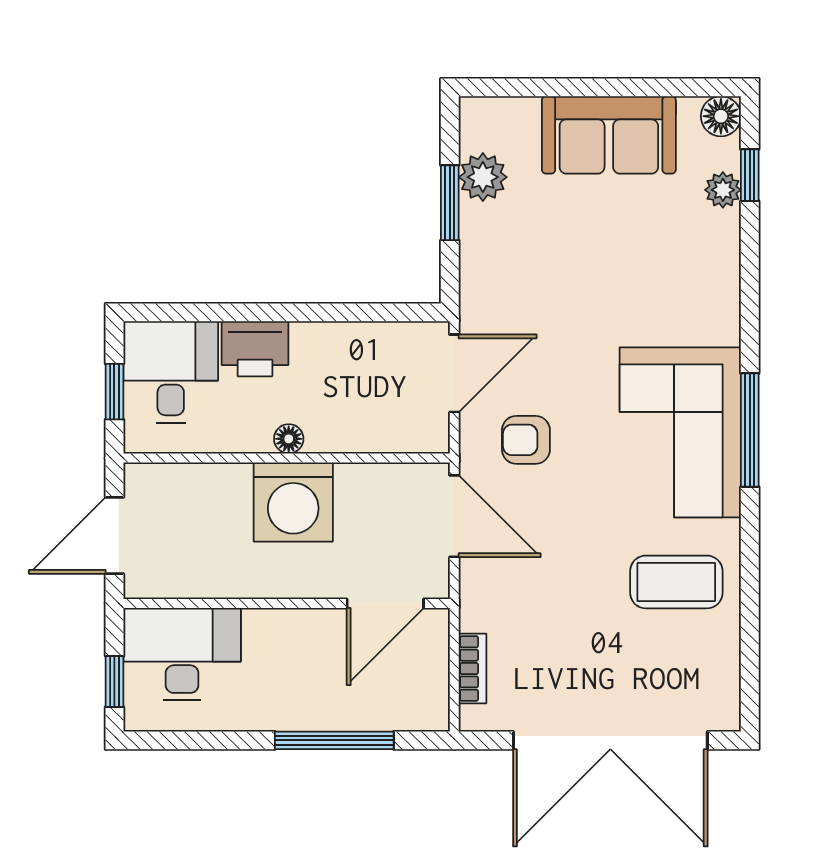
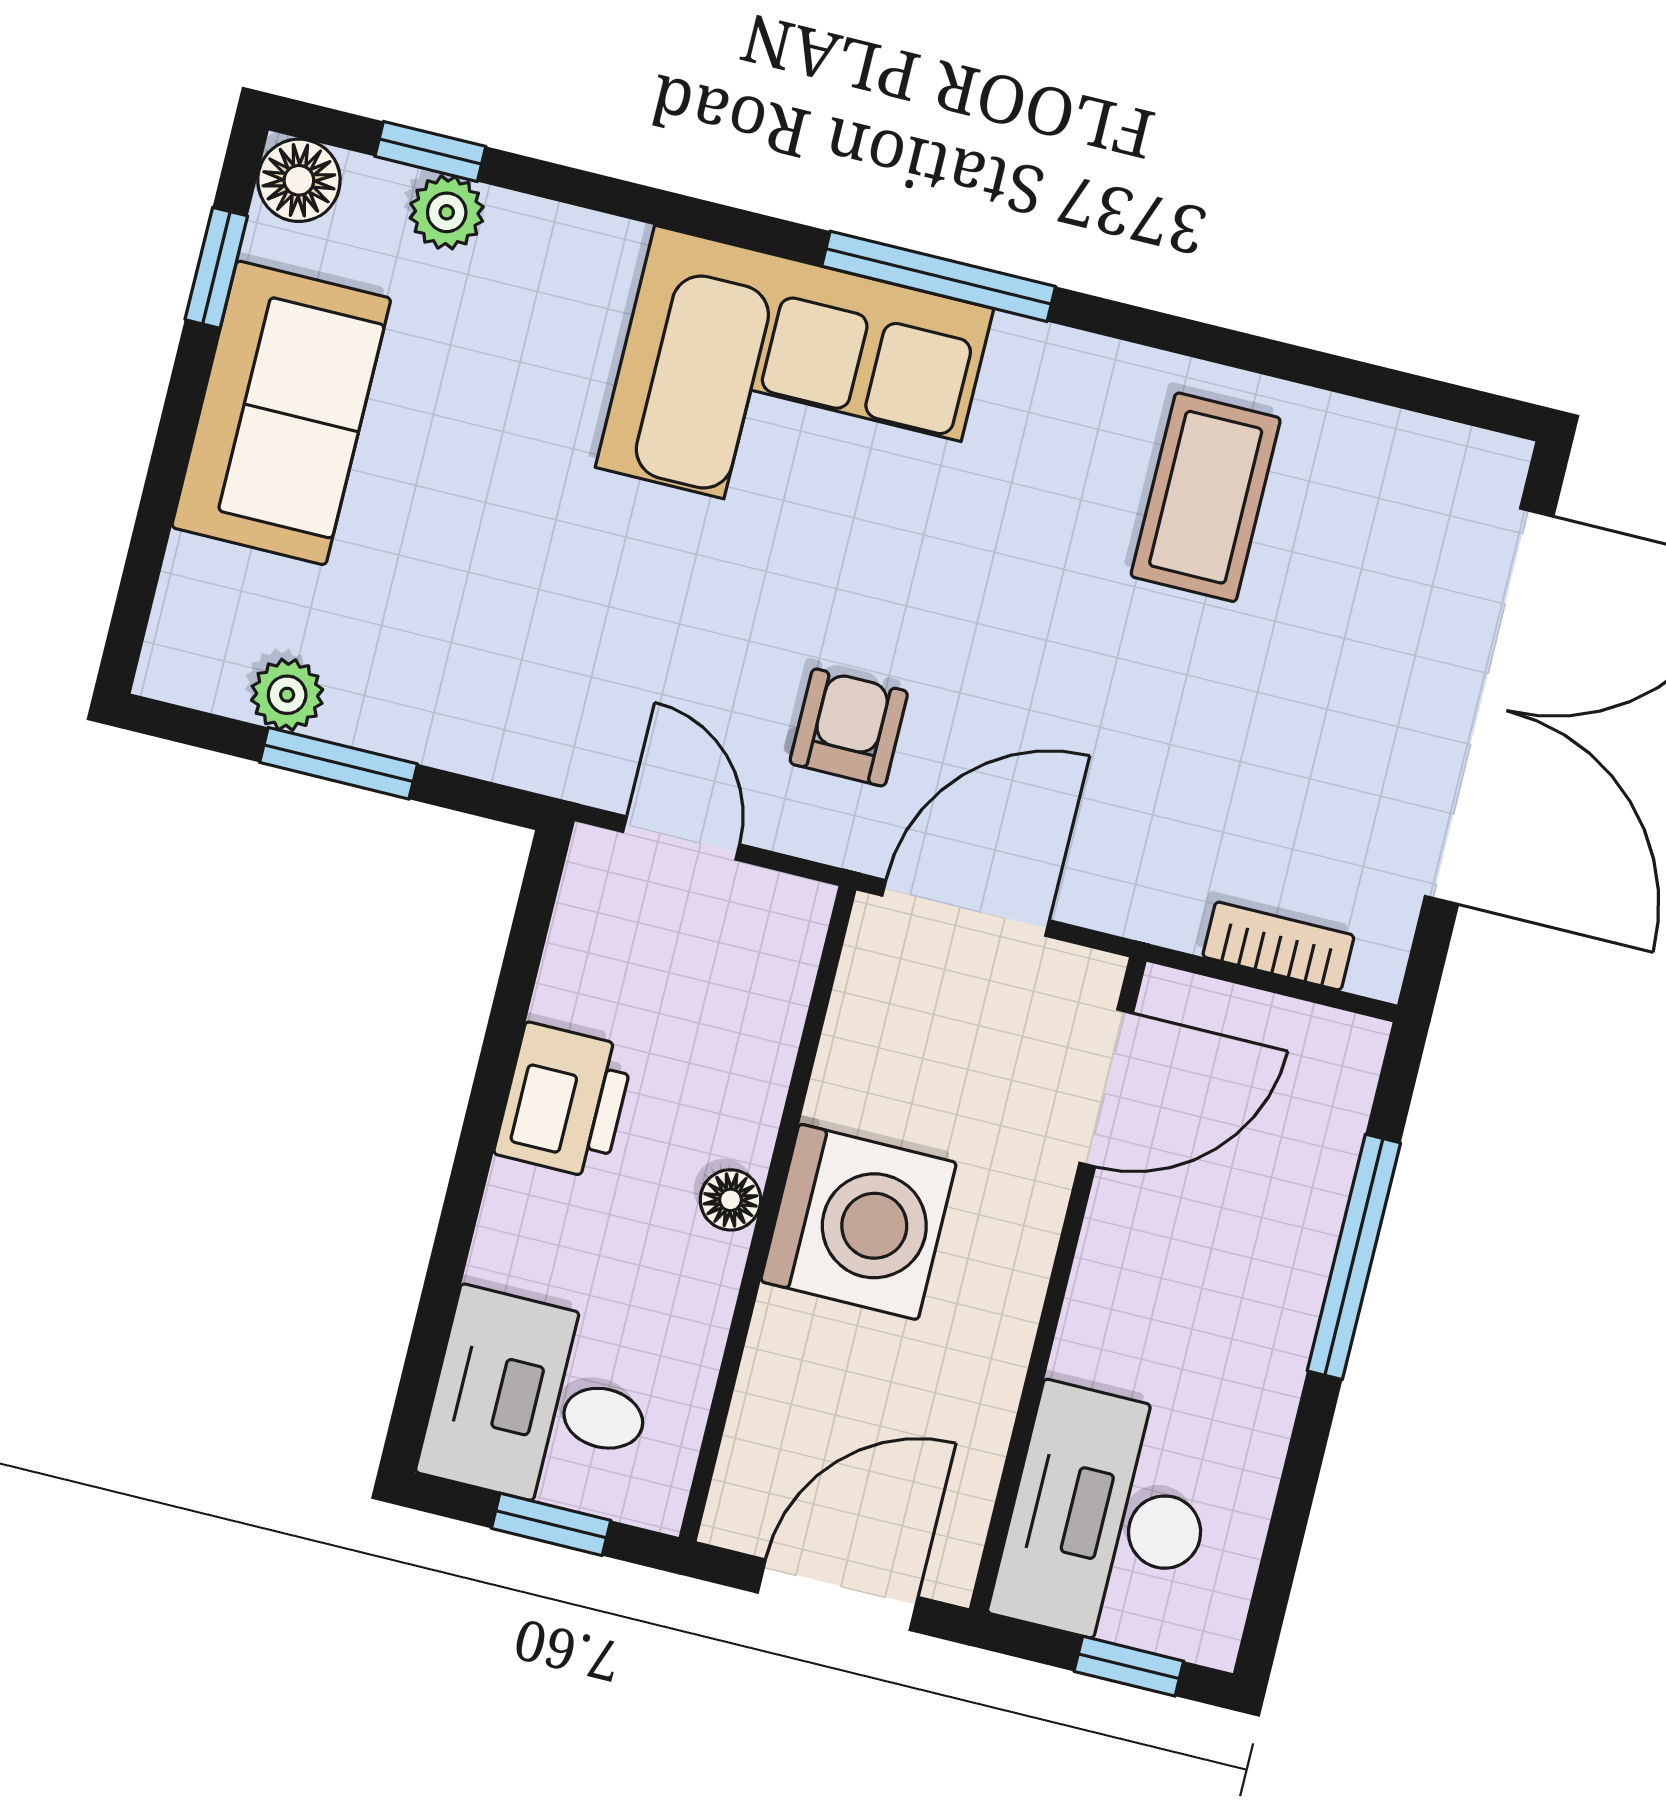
window: (670, 87) -> (216, 268), added
plant: (483, 177) -> (287, 695), width x0.73, depth x0.73
printer: (255, 349) -> (564, 1101), moved
door: (454, 373) -> (681, 838), width x0.73
corner sofa: (680, 432) -> (794, 388), moved
armchair: (526, 440) -> (849, 727), turned 180
door: (114, 535) -> (838, 1595), swing flipped
door: (385, 604) -> (1106, 1088), hinge flipped

